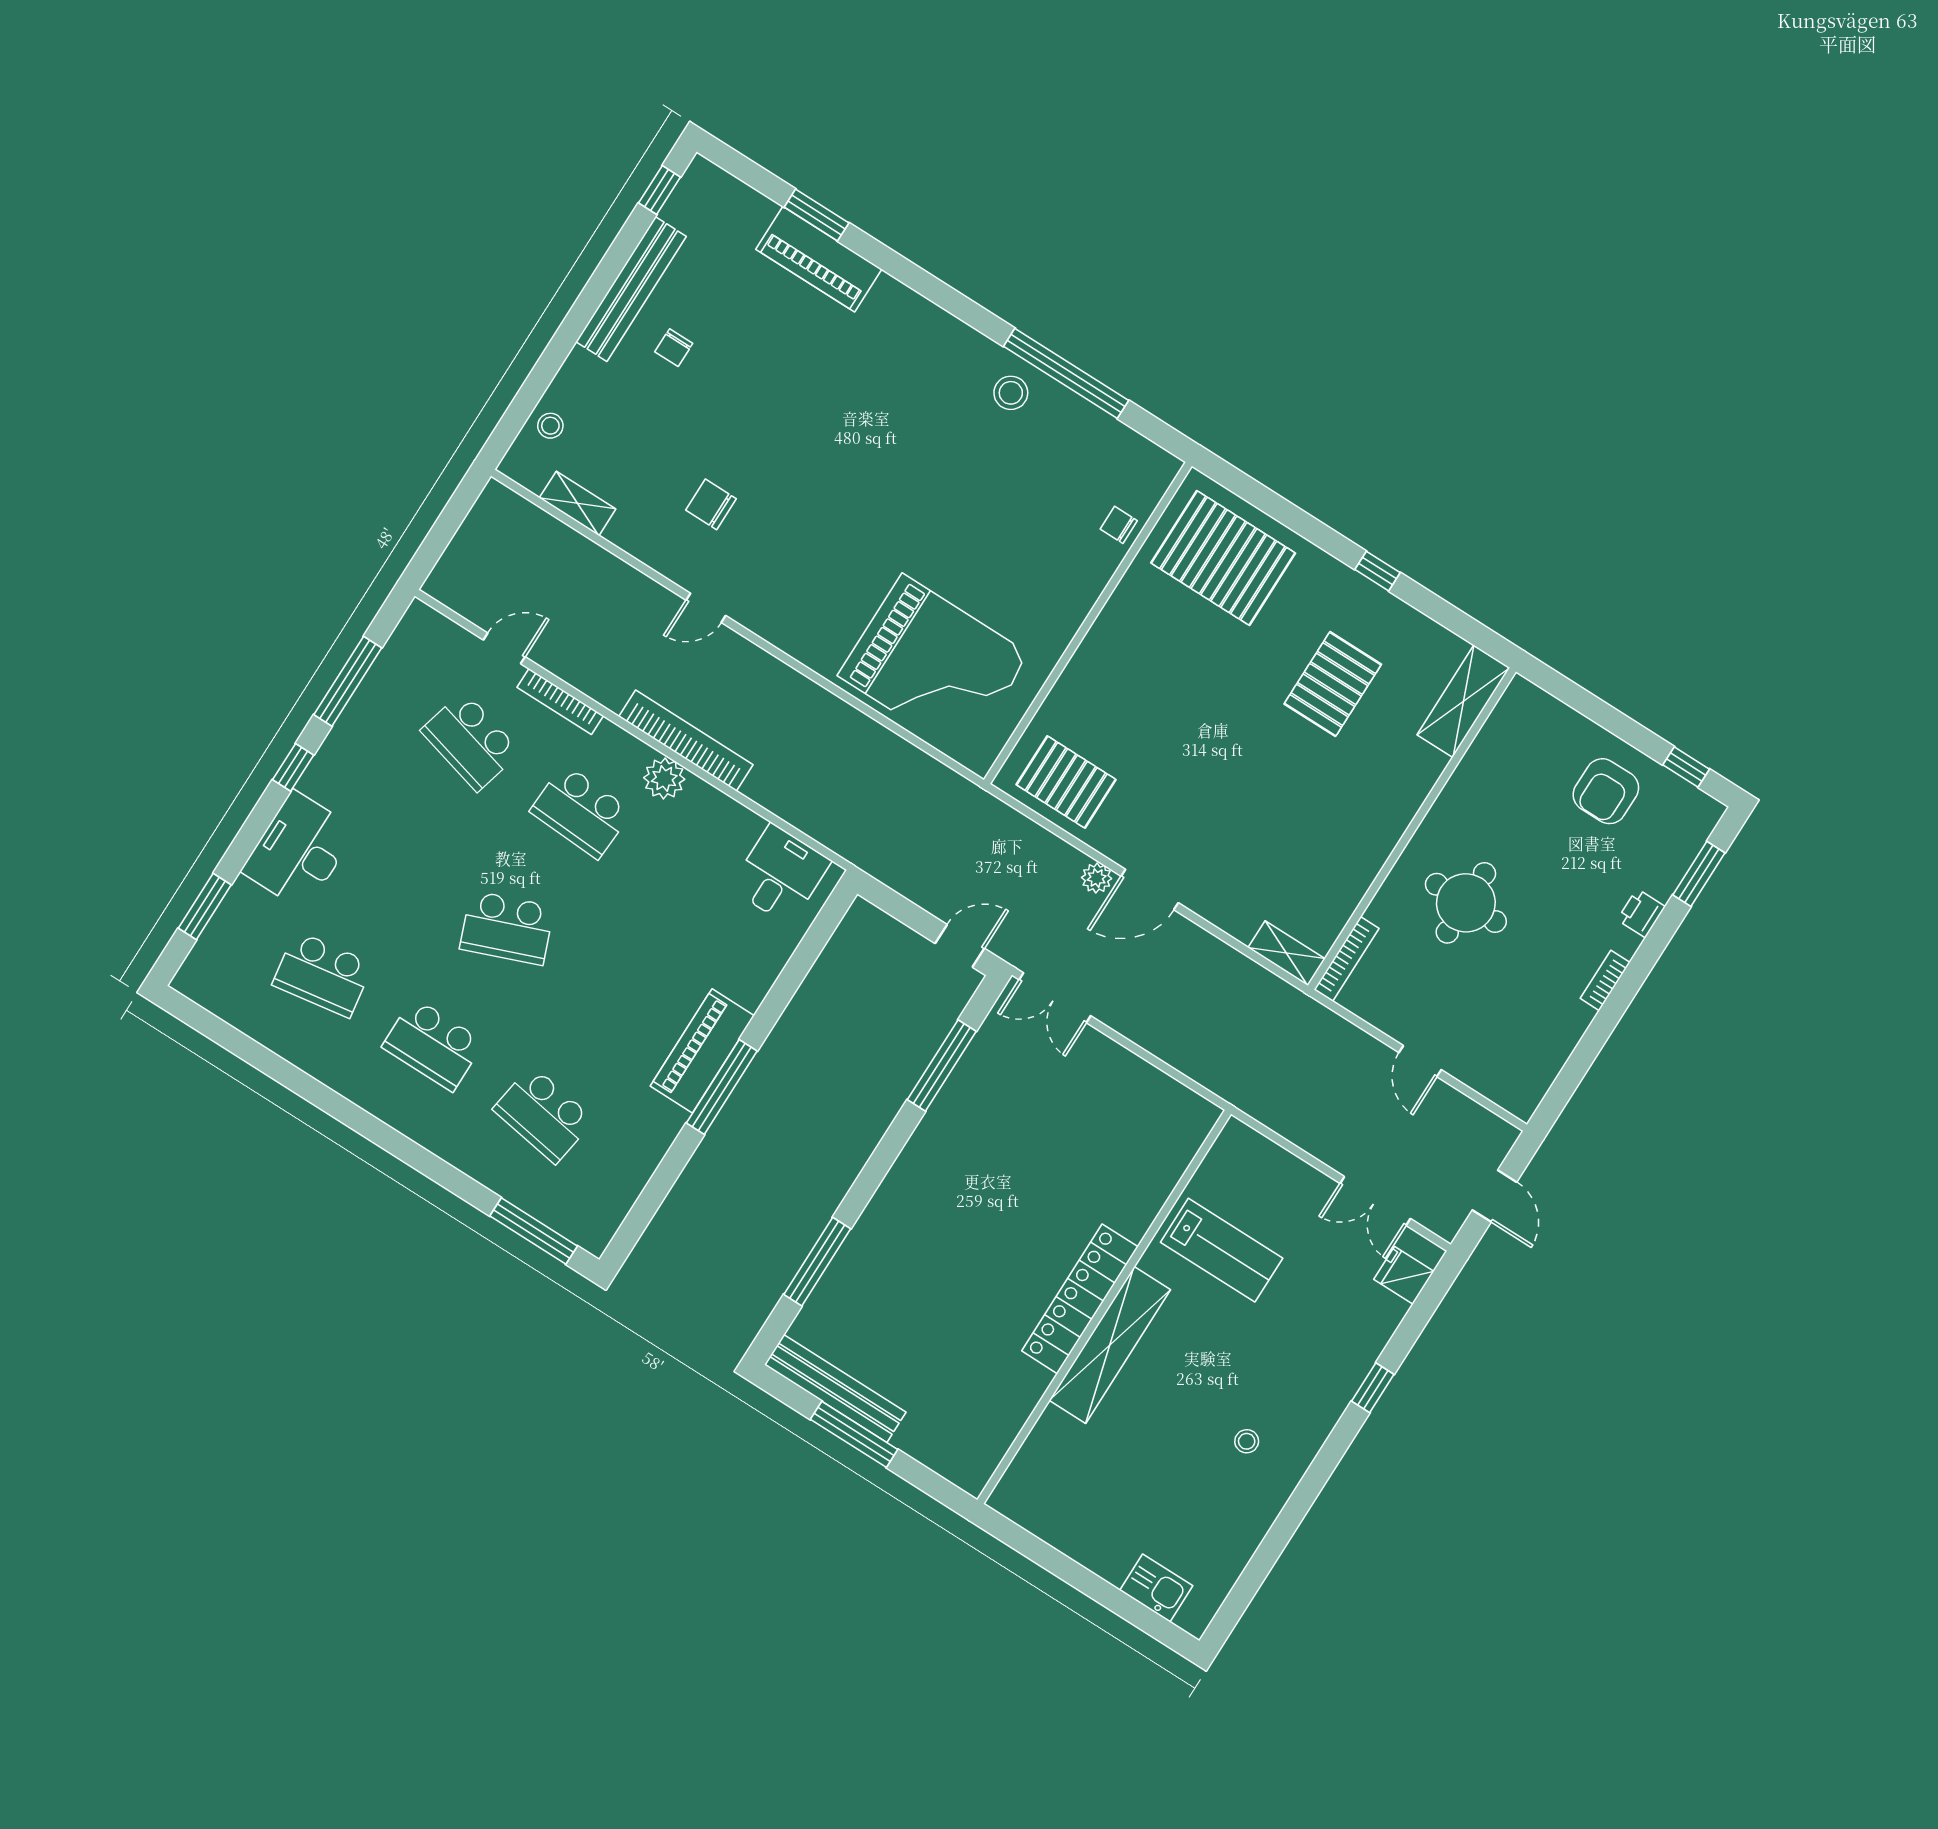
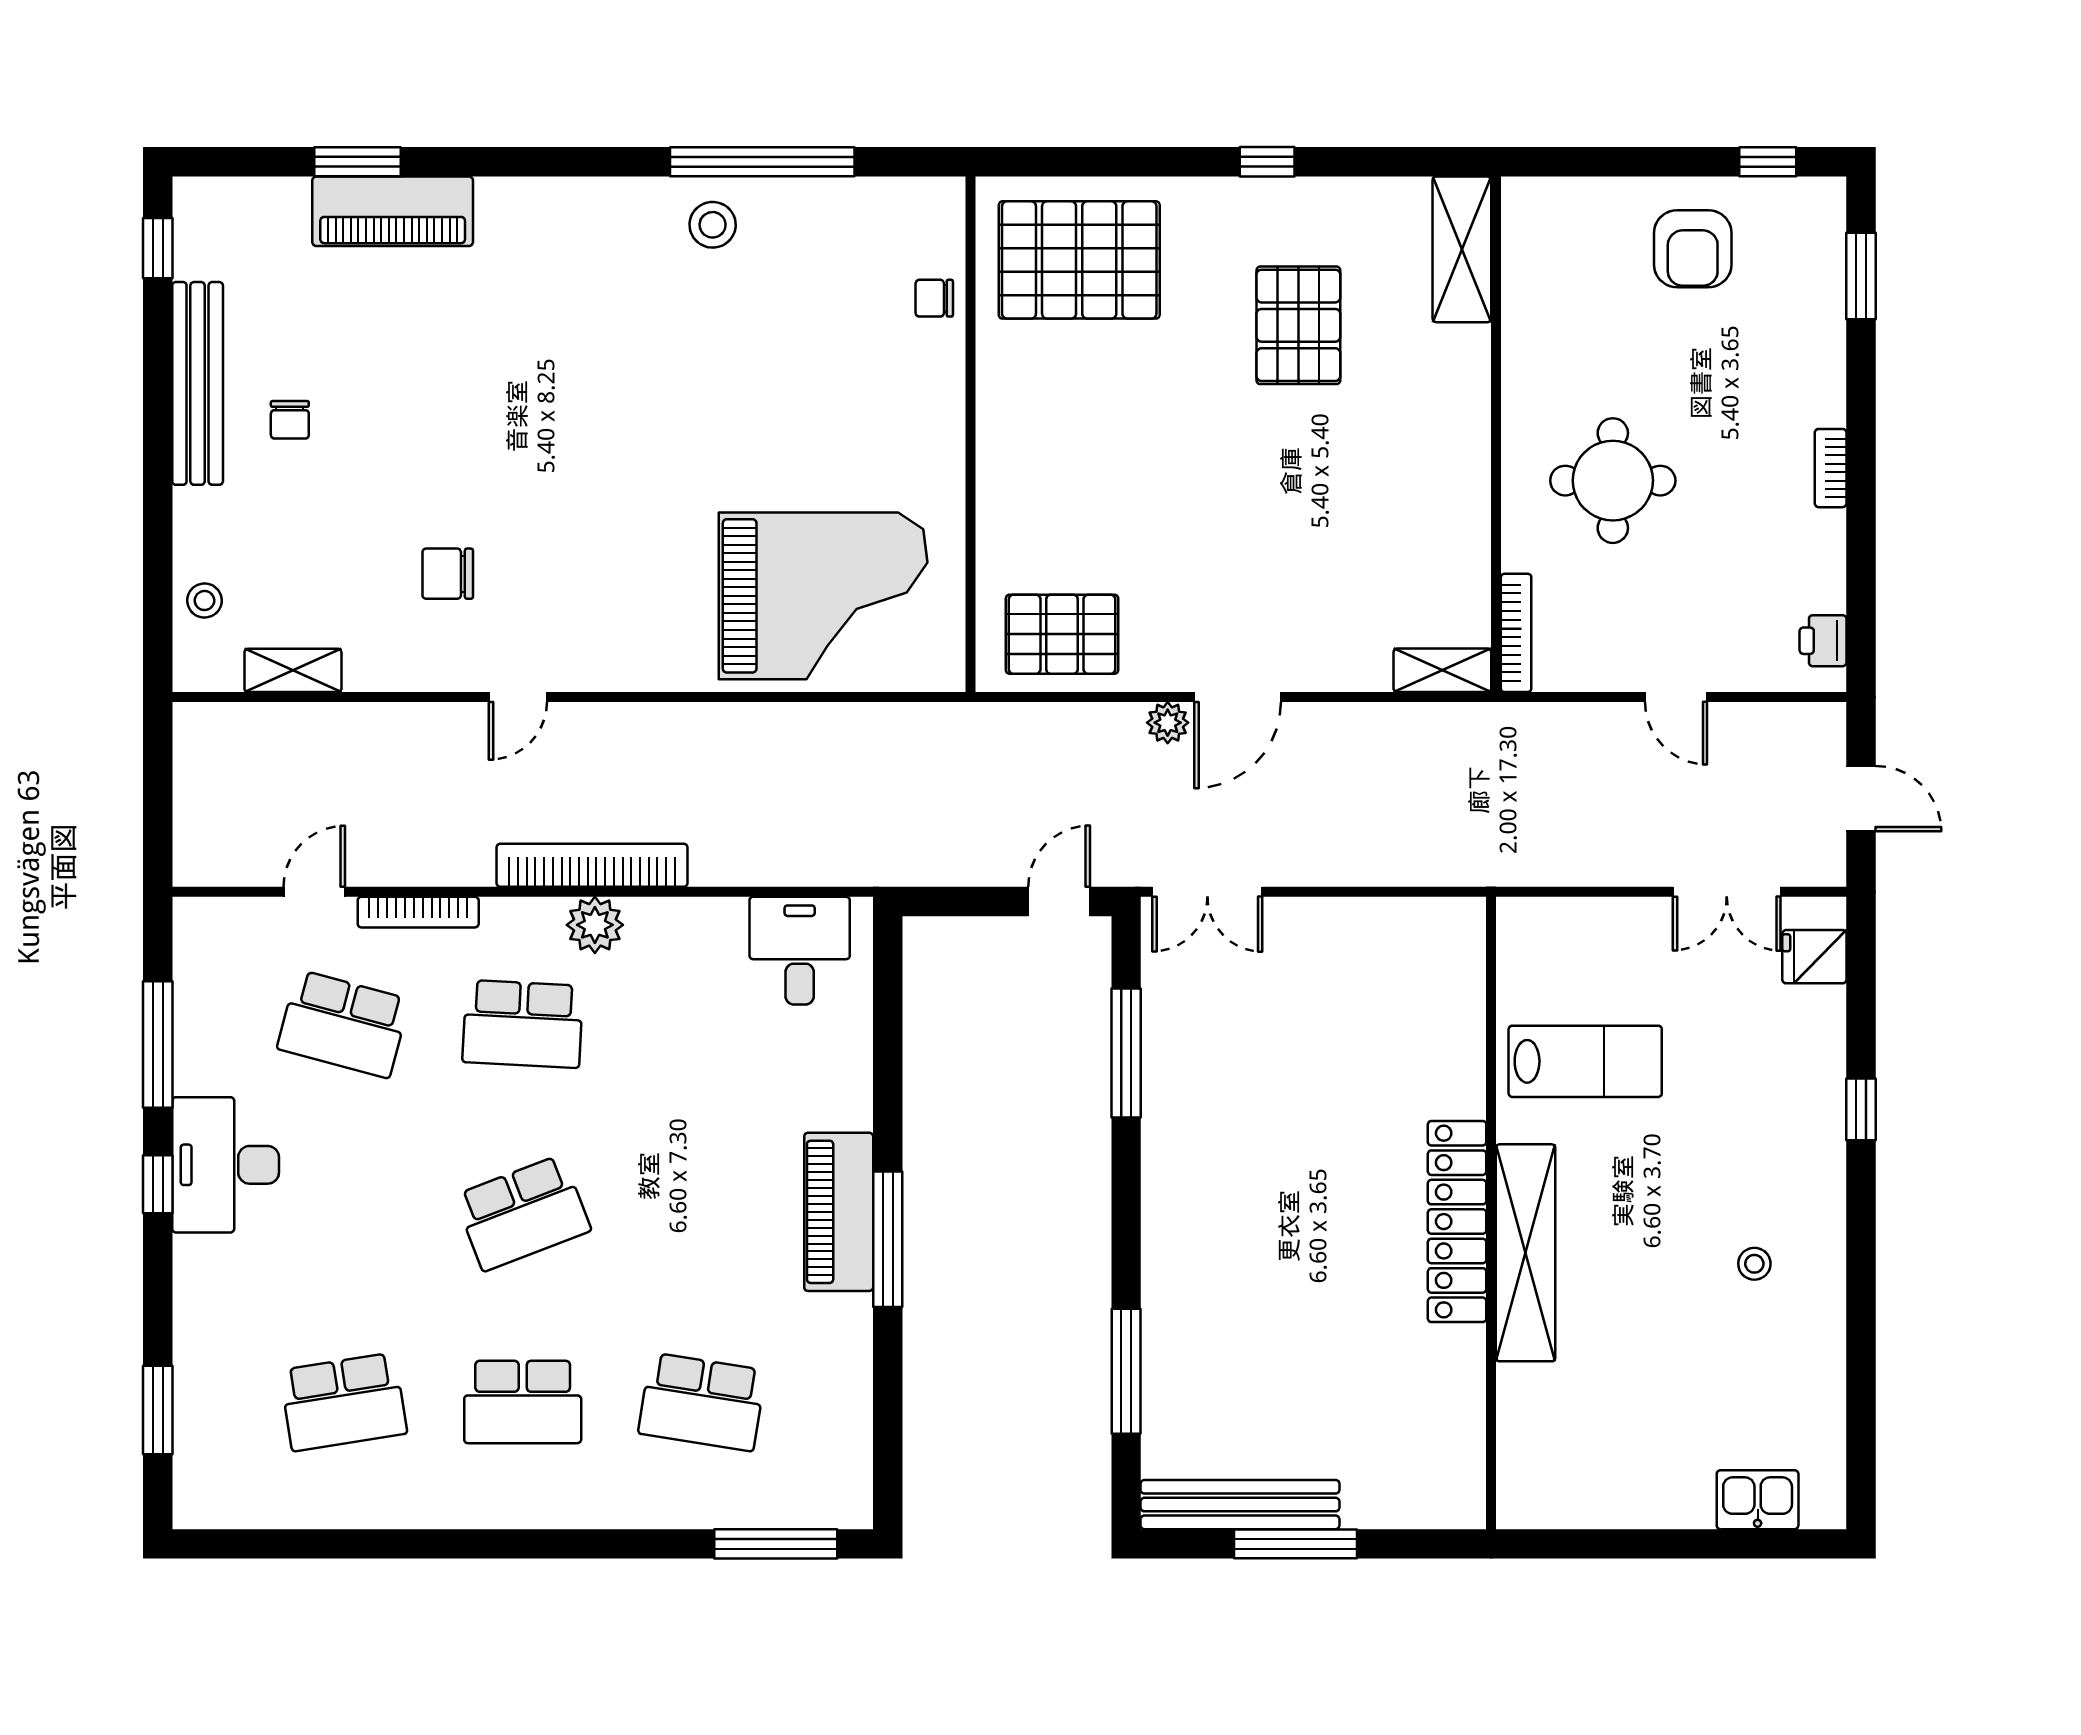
desk: (299, 851) -> (226, 1165), moved
printer: (1641, 913) -> (1823, 641), moved

